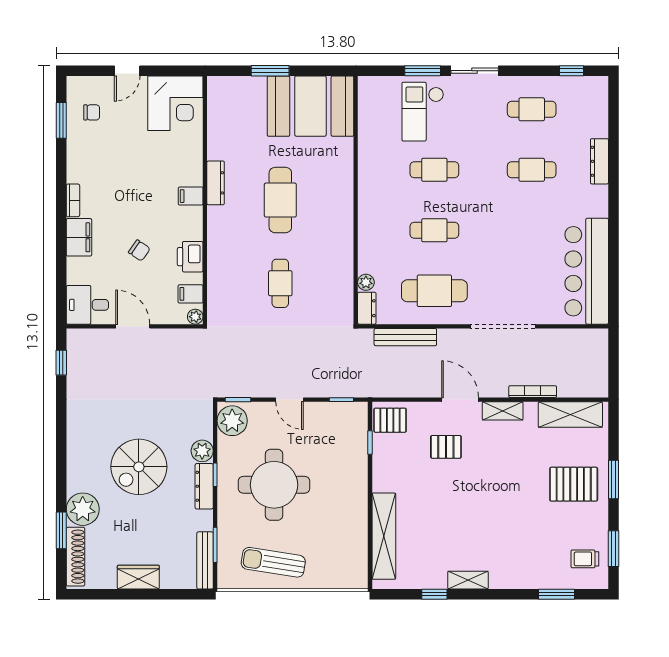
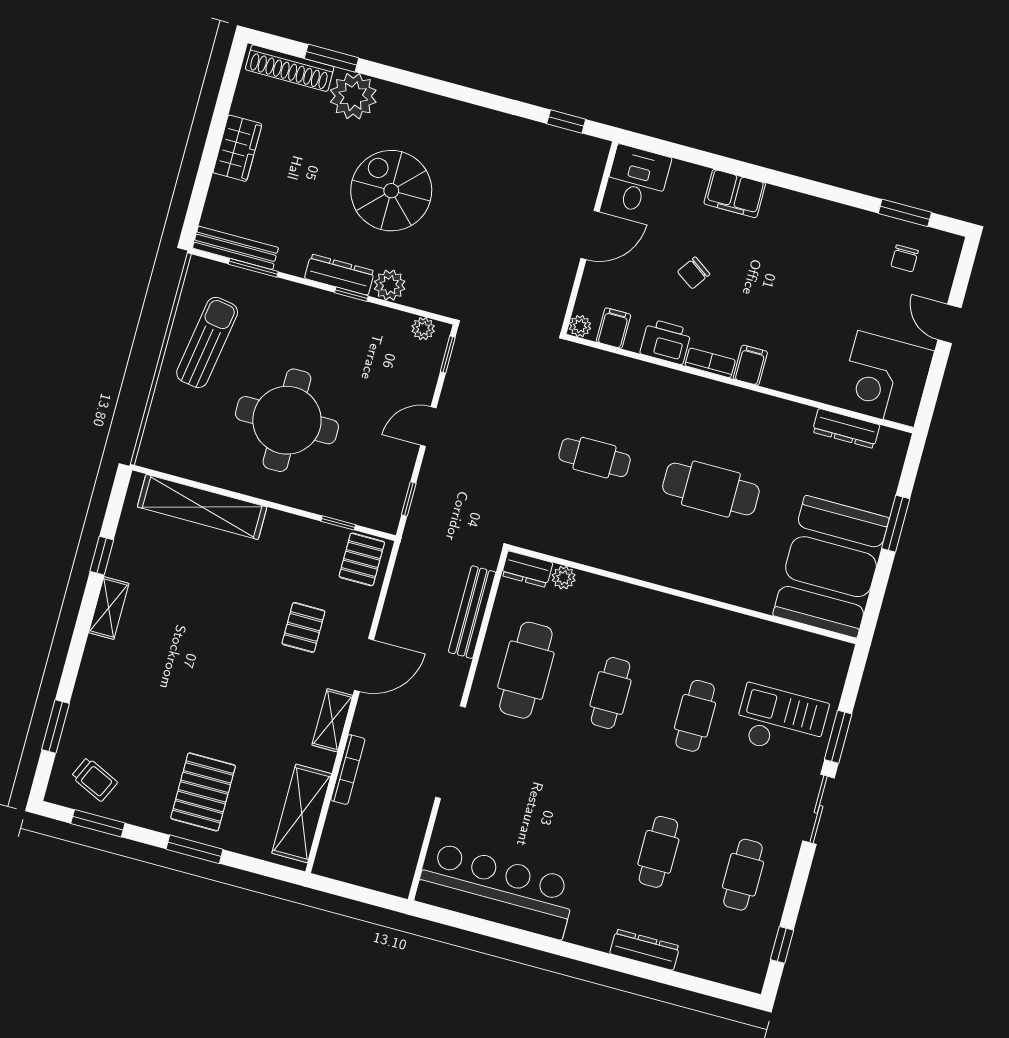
dresser: (216, 183) -> (846, 428), moved
bookcase: (73, 200) -> (710, 363), moved, turned 180
plant: (232, 421) -> (423, 329), width x0.53, depth x0.53
round table: (274, 485) -> (287, 420), moved
trolley: (585, 559) -> (94, 779), turned 115

